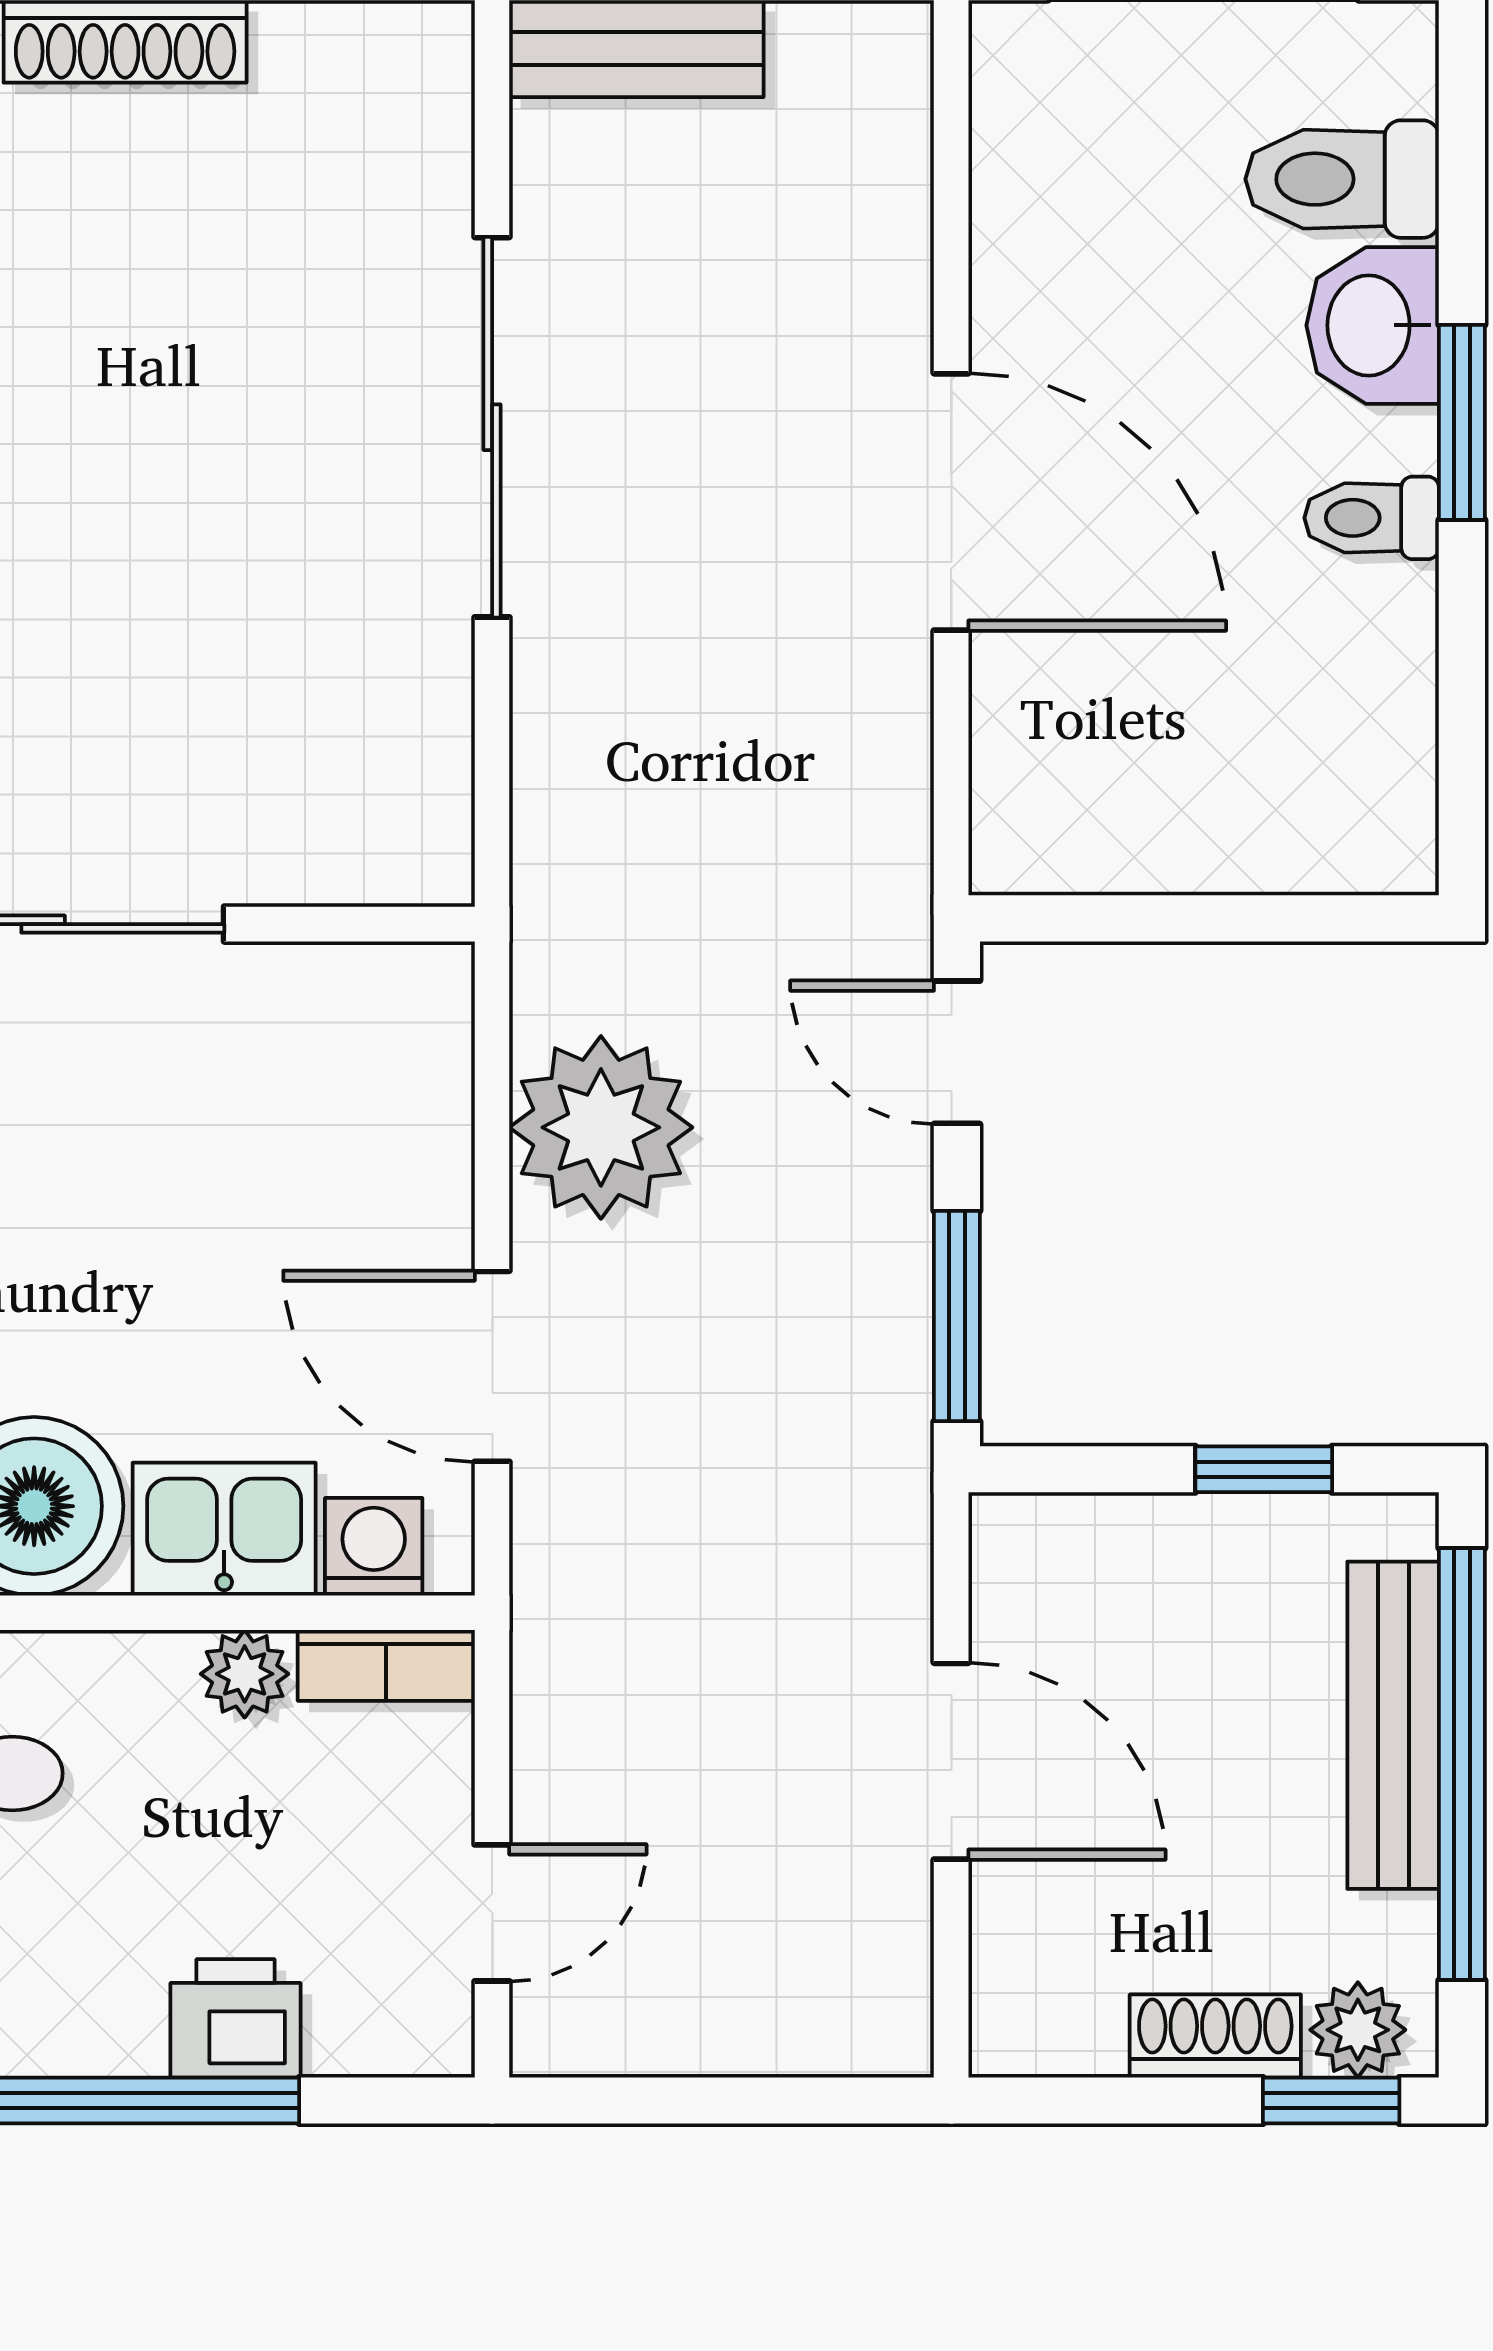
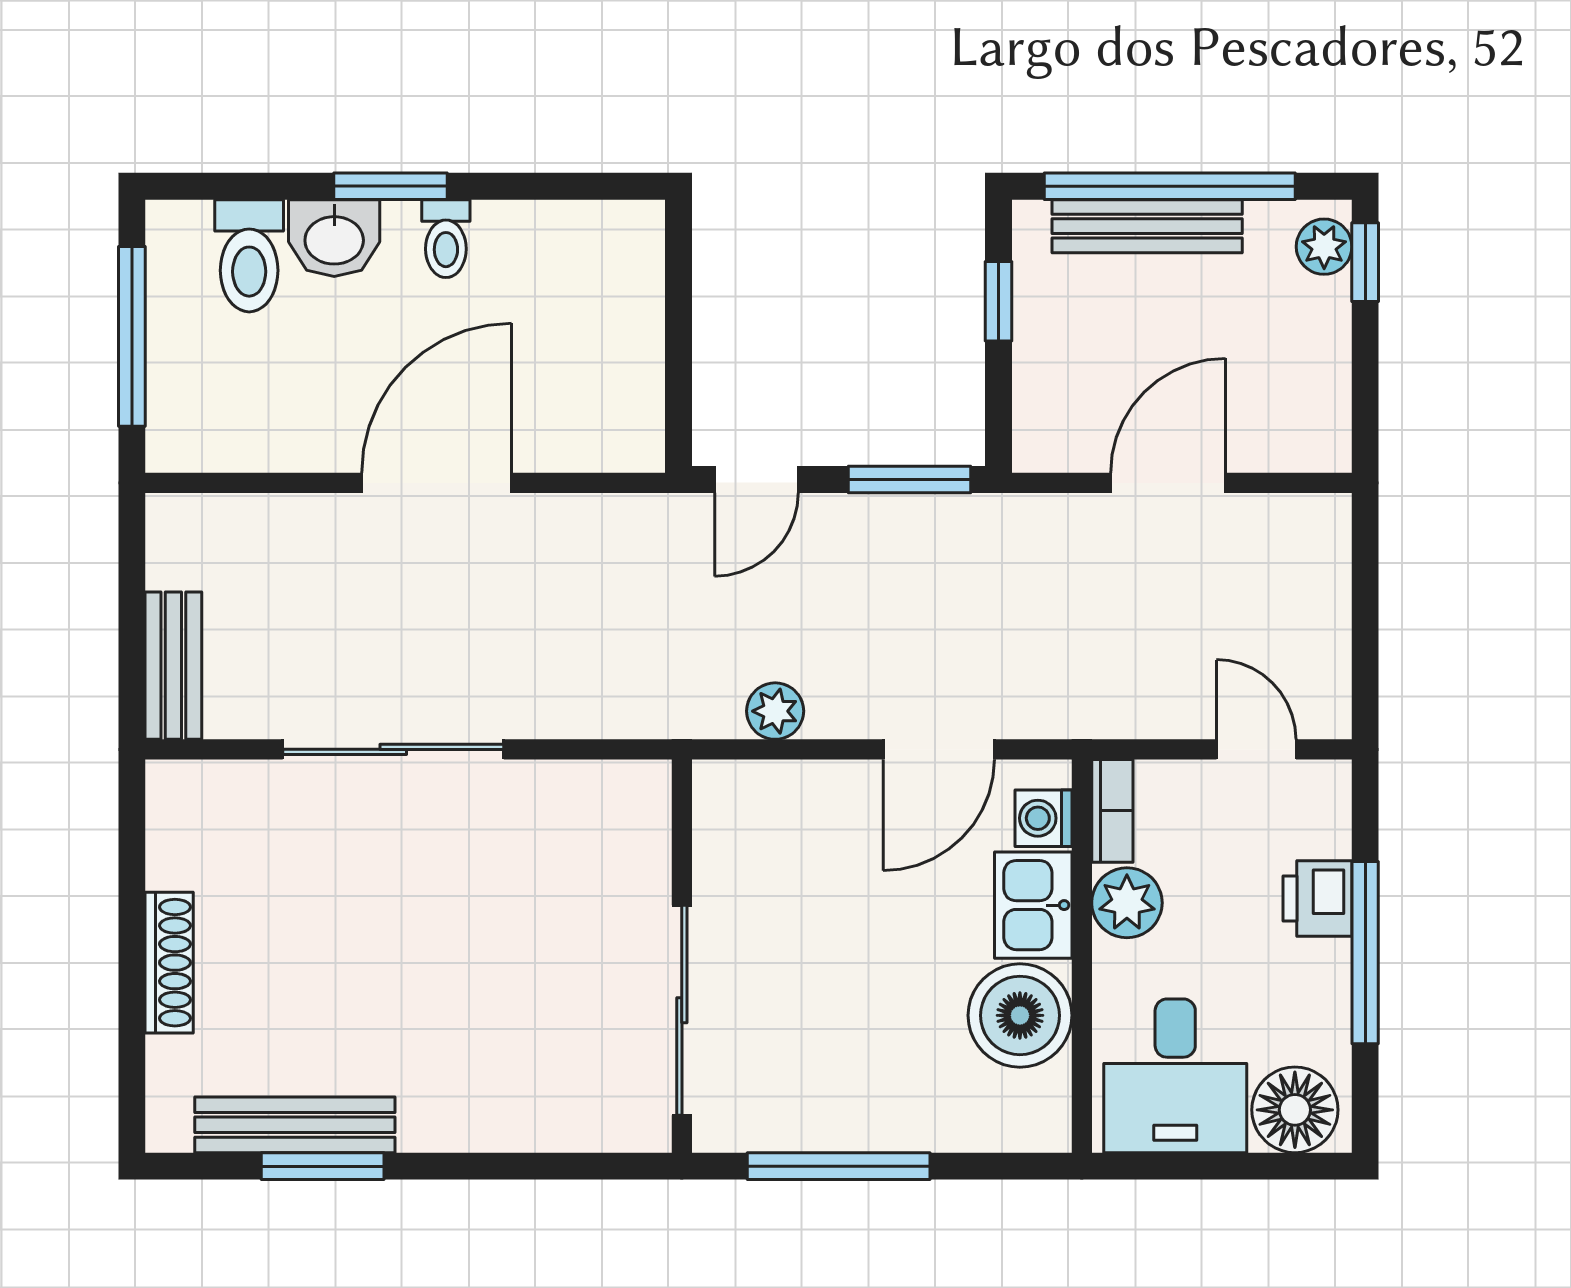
plant: (601, 1127) -> (775, 711), width x0.53, depth x0.53
plant: (245, 1674) -> (1127, 903), width x1.38, depth x1.38
shoe rack: (1215, 2036) -> (1328, 329), removed

